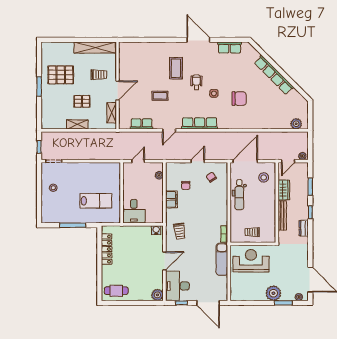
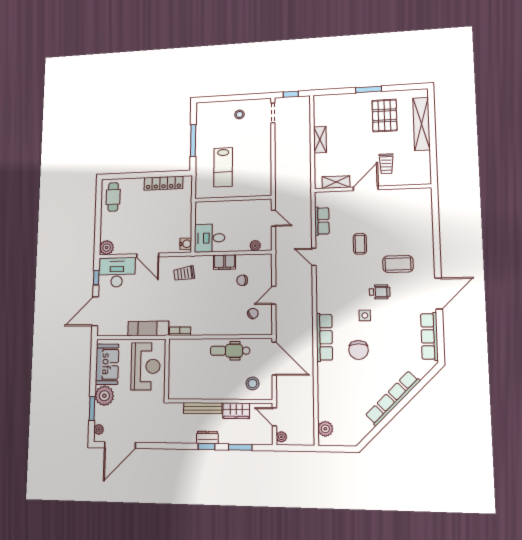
row of seats: (230, 47) -> (429, 336), width x1.48
shelving: (95, 48) -> (421, 124), moved
door: (117, 90) -> (366, 188), swing flipped
pallet: (82, 101) -> (350, 144), removed
row of seats: (200, 123) -> (324, 337), moved
door: (198, 161) -> (274, 295), swing flipped
desk: (134, 211) -> (210, 238), moved
dresser: (304, 228) -> (207, 438), moved
trolley: (252, 232) -> (182, 368), removed
sofa: (249, 292) -> (107, 364), added

